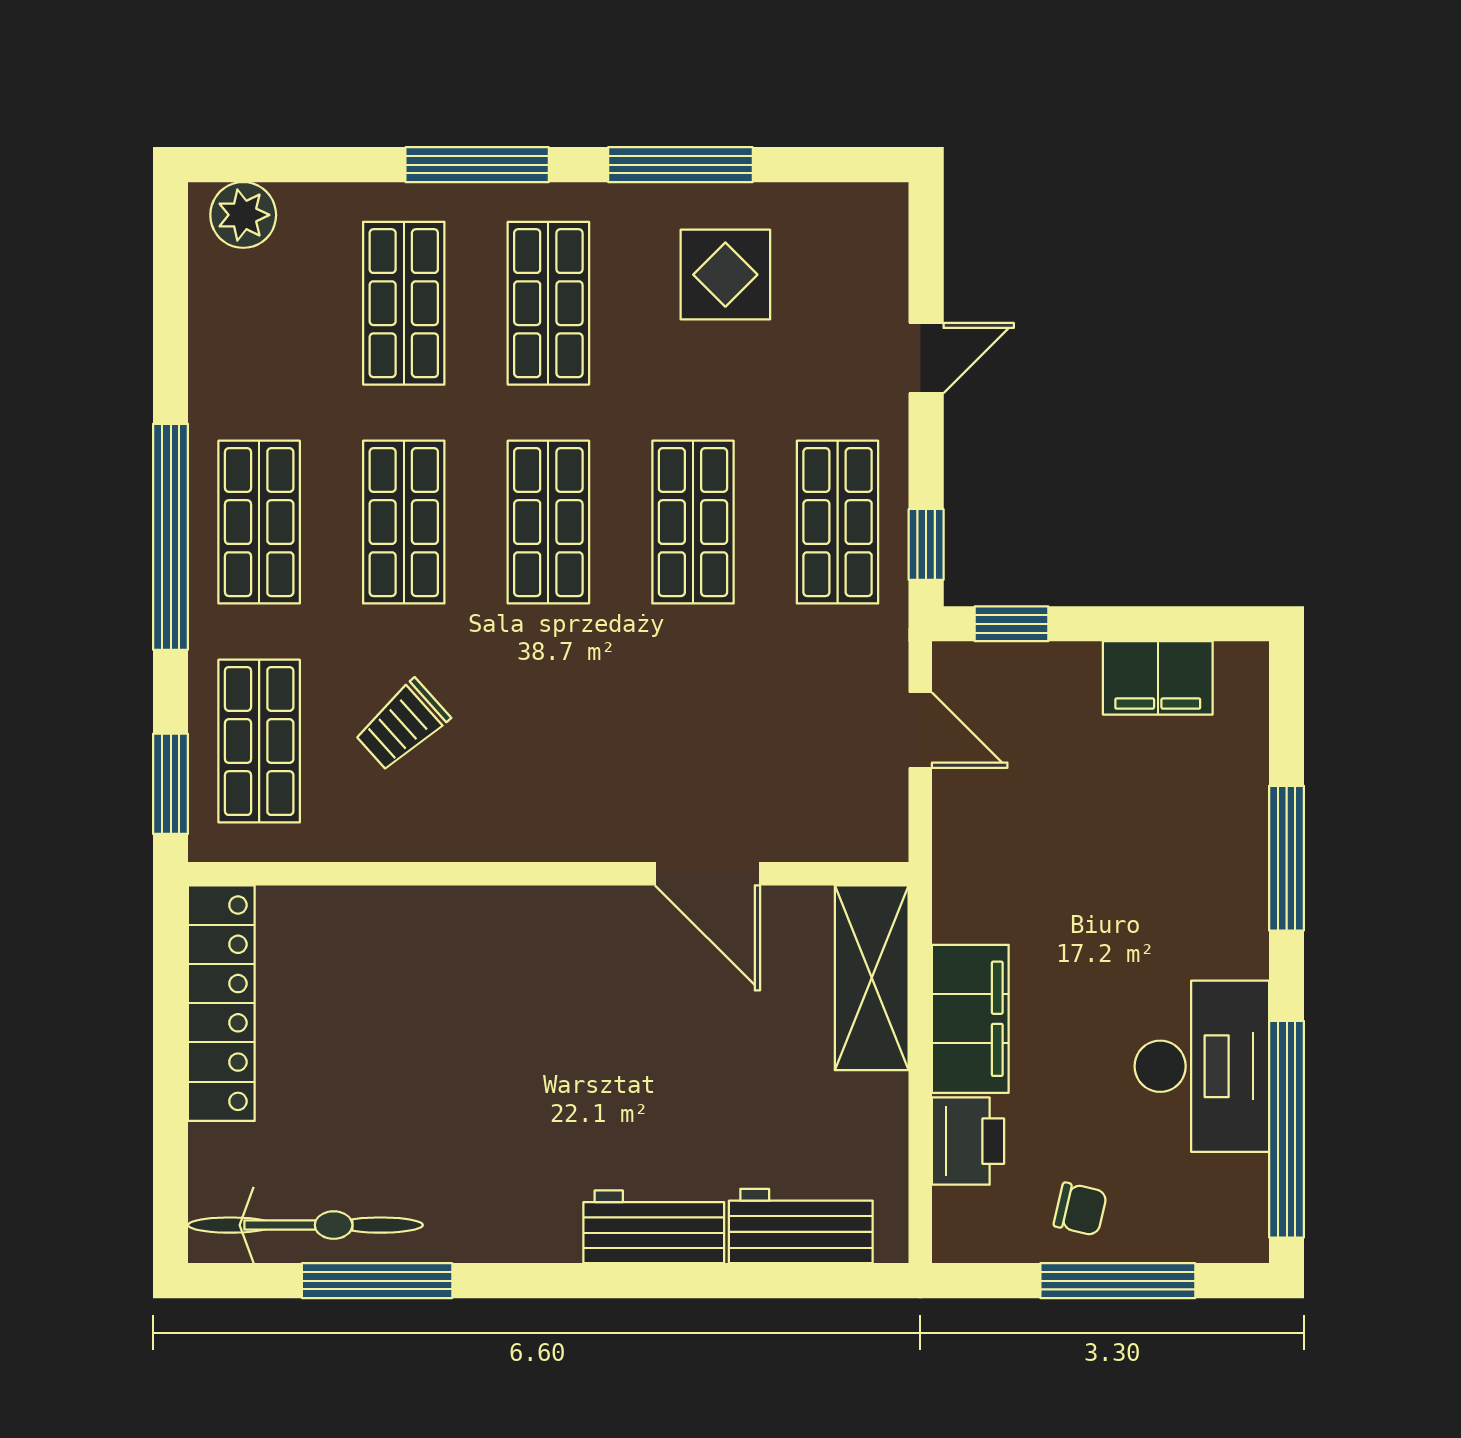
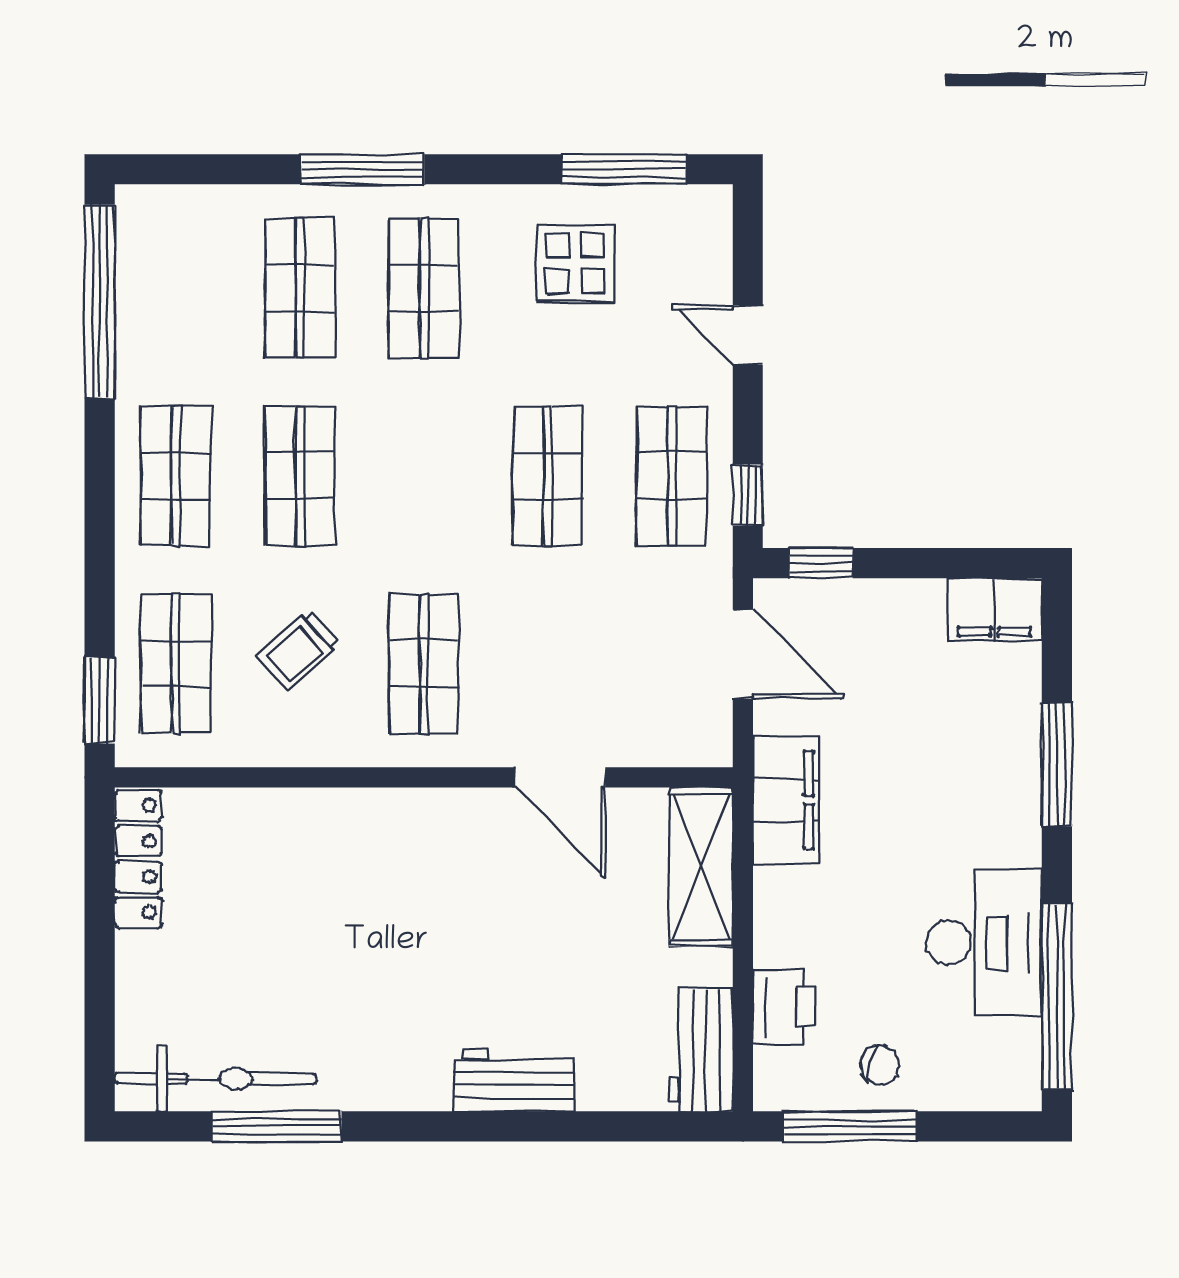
window: (680, 165) -> (624, 169), moved
plant: (243, 215) -> (162, 212), removed
door: (926, 358) -> (748, 335), swing flipped
shop shelf: (548, 522) -> (424, 664), moved
window: (171, 537) -> (100, 302), moved
filing cabinet: (1158, 678) -> (995, 609), moved
door: (920, 730) -> (743, 654), width x1.37
locker: (221, 1003) -> (138, 859), width x0.71, depth x0.83
filing cabinet: (970, 1019) -> (786, 800), moved
workbench: (801, 1226) -> (701, 1050), moved, turned -90
window: (1118, 1281) -> (850, 1126), moved

